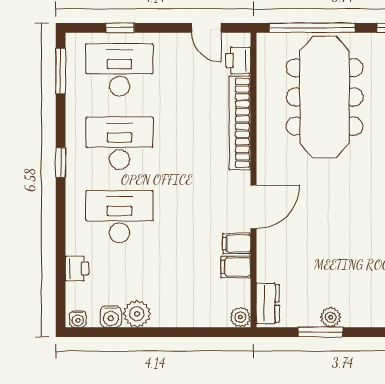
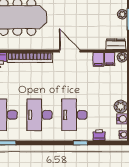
window: (61, 163) -> (80, 143), moved
filing cabinet: (237, 244) -> (110, 59), moved

